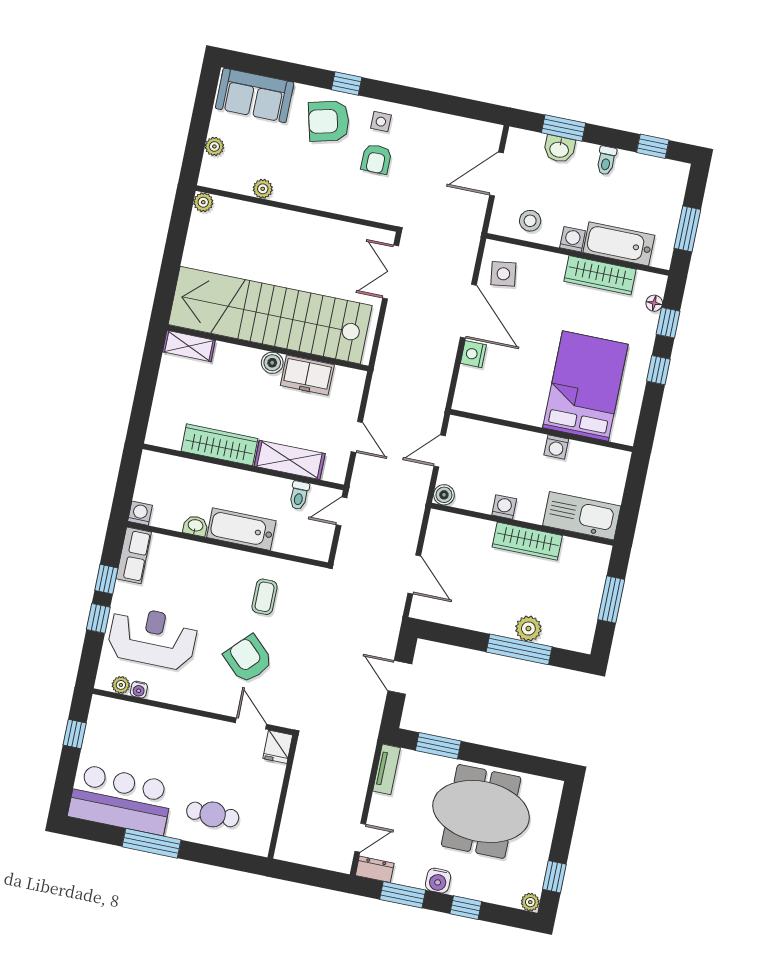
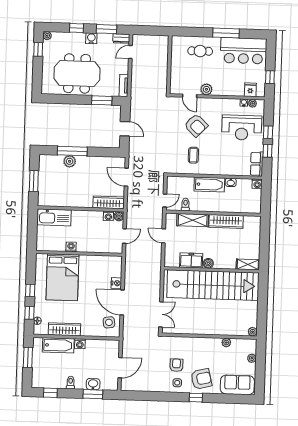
stool: (530, 221) -> (101, 349), removed
washing machine: (504, 507) -> (108, 216), moved
wardrobe: (527, 541) -> (109, 202), moved
plant: (213, 731) -> (206, 89), added
fridge: (278, 747) -> (250, 90), moved

